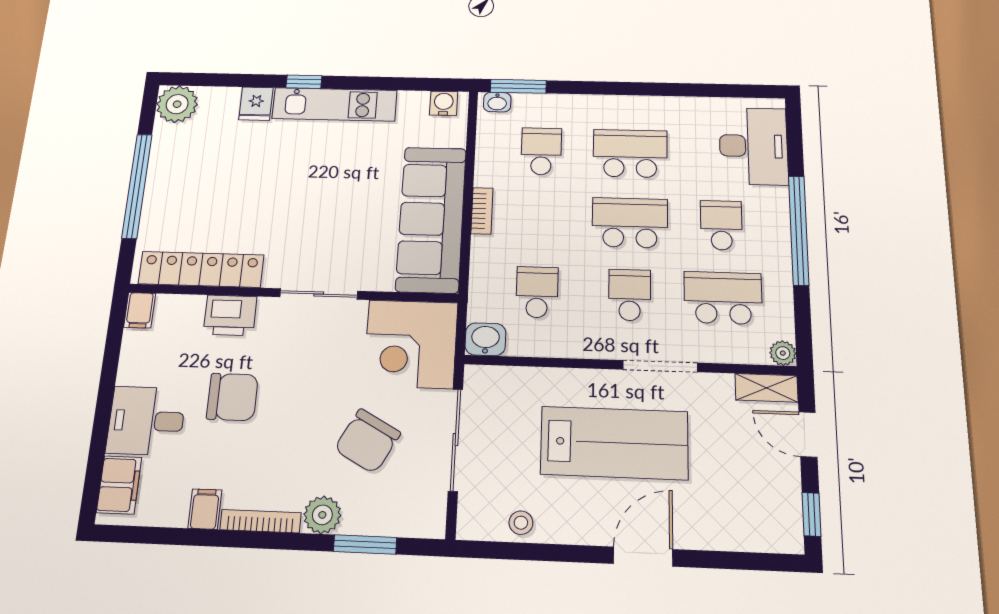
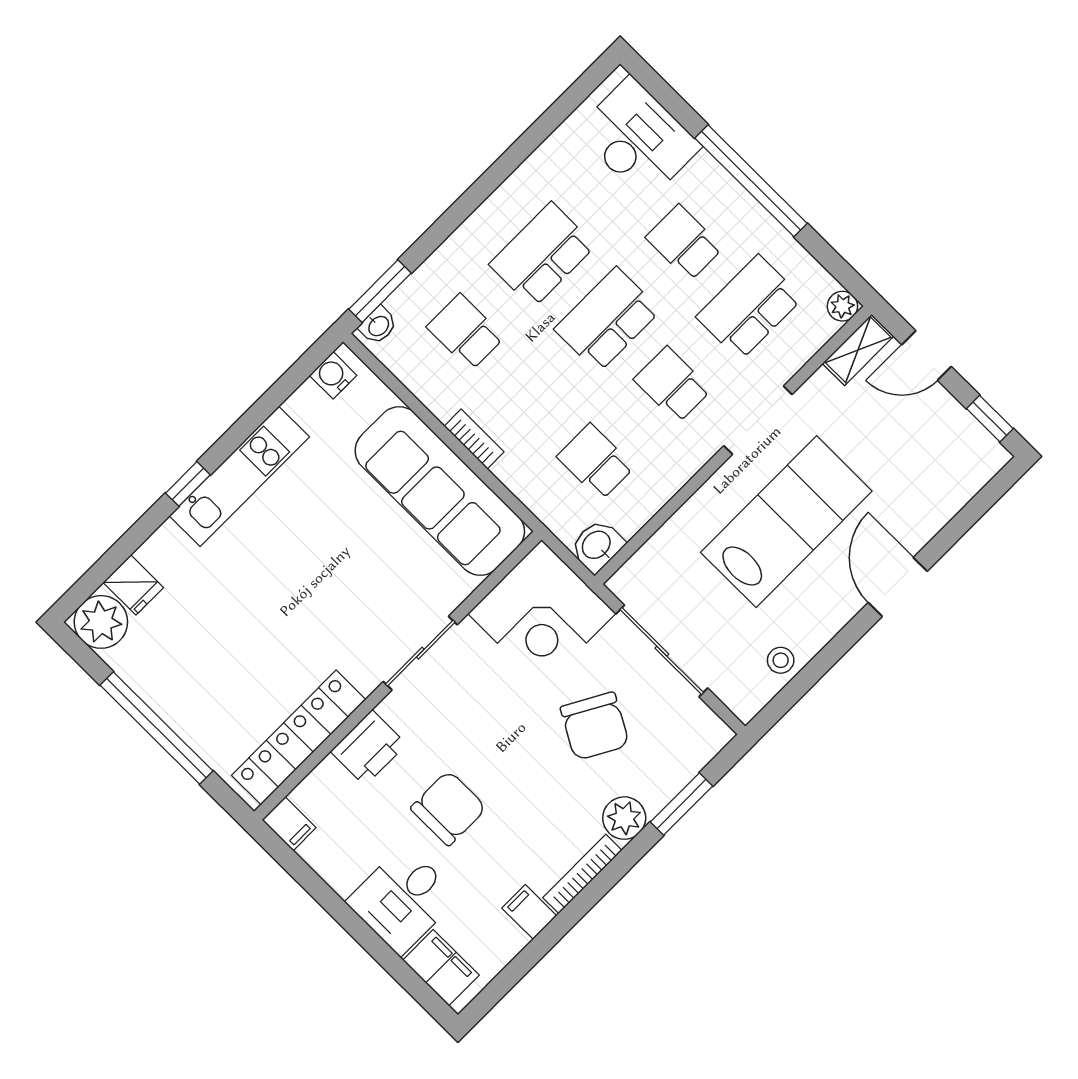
fridge: (256, 104) -> (133, 585), moved

